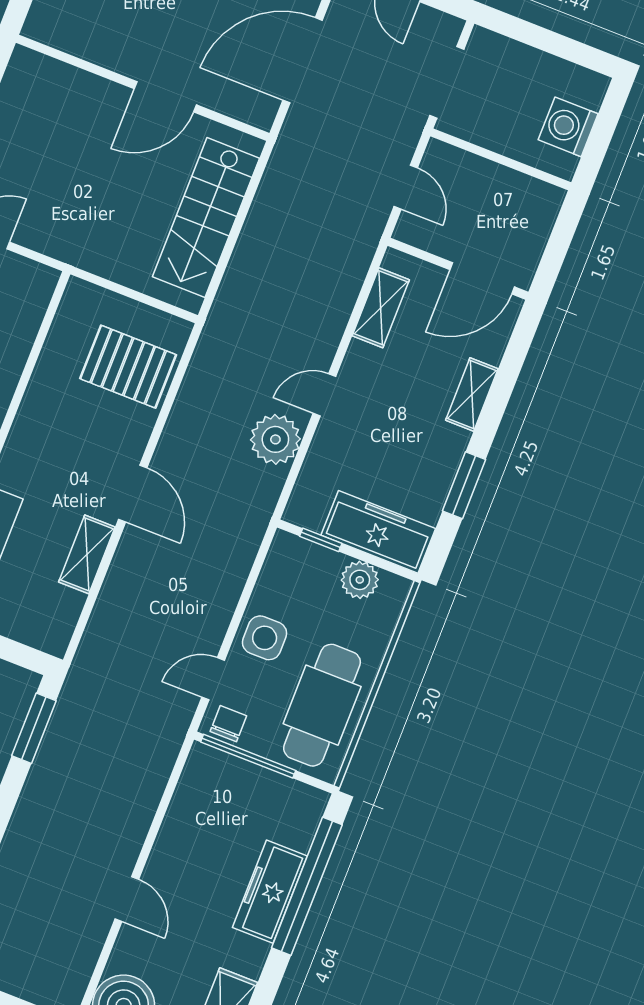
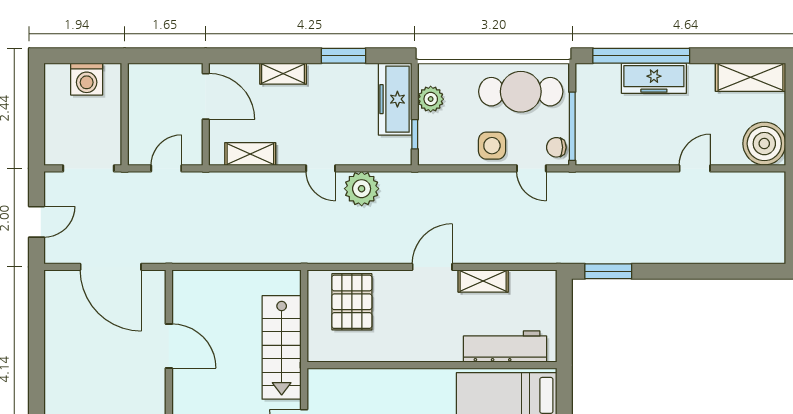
stairs: (206, 218) -> (282, 347), moved, turned 90

